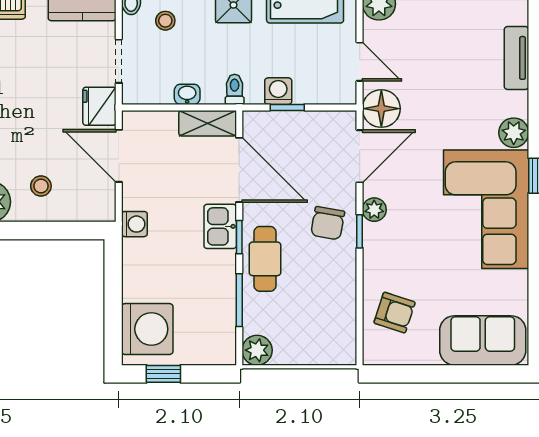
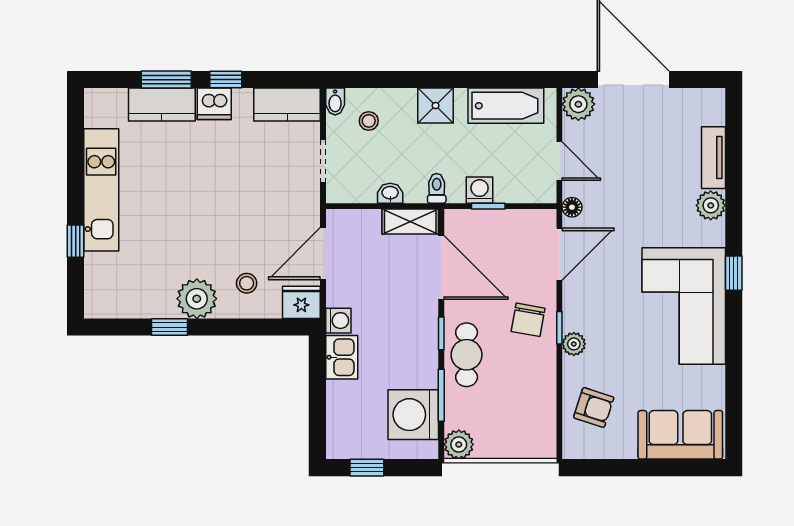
fridge: (99, 106) -> (301, 302), moved, turned 90
floor lamp: (381, 109) -> (572, 207), width x0.53, depth x0.53
plant: (514, 133) -> (711, 205), moved
door: (119, 156) -> (323, 254), hinge flipped
plant: (374, 210) -> (574, 344), moved
kitchen sink: (220, 226) -> (342, 357), moved, turned 180
washing machine: (147, 329) -> (413, 415), moved, turned 180

